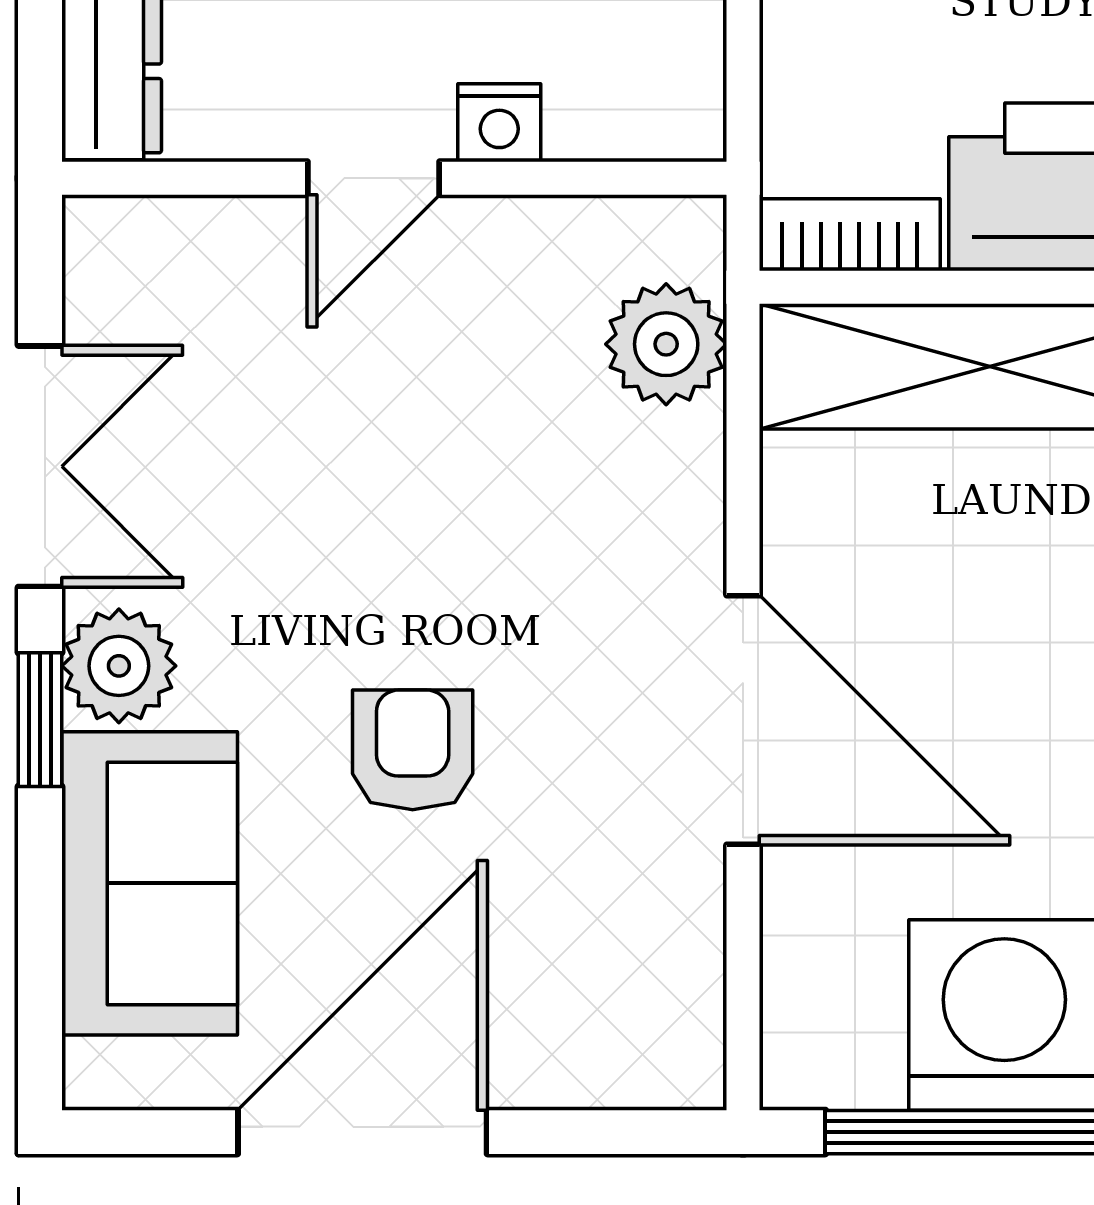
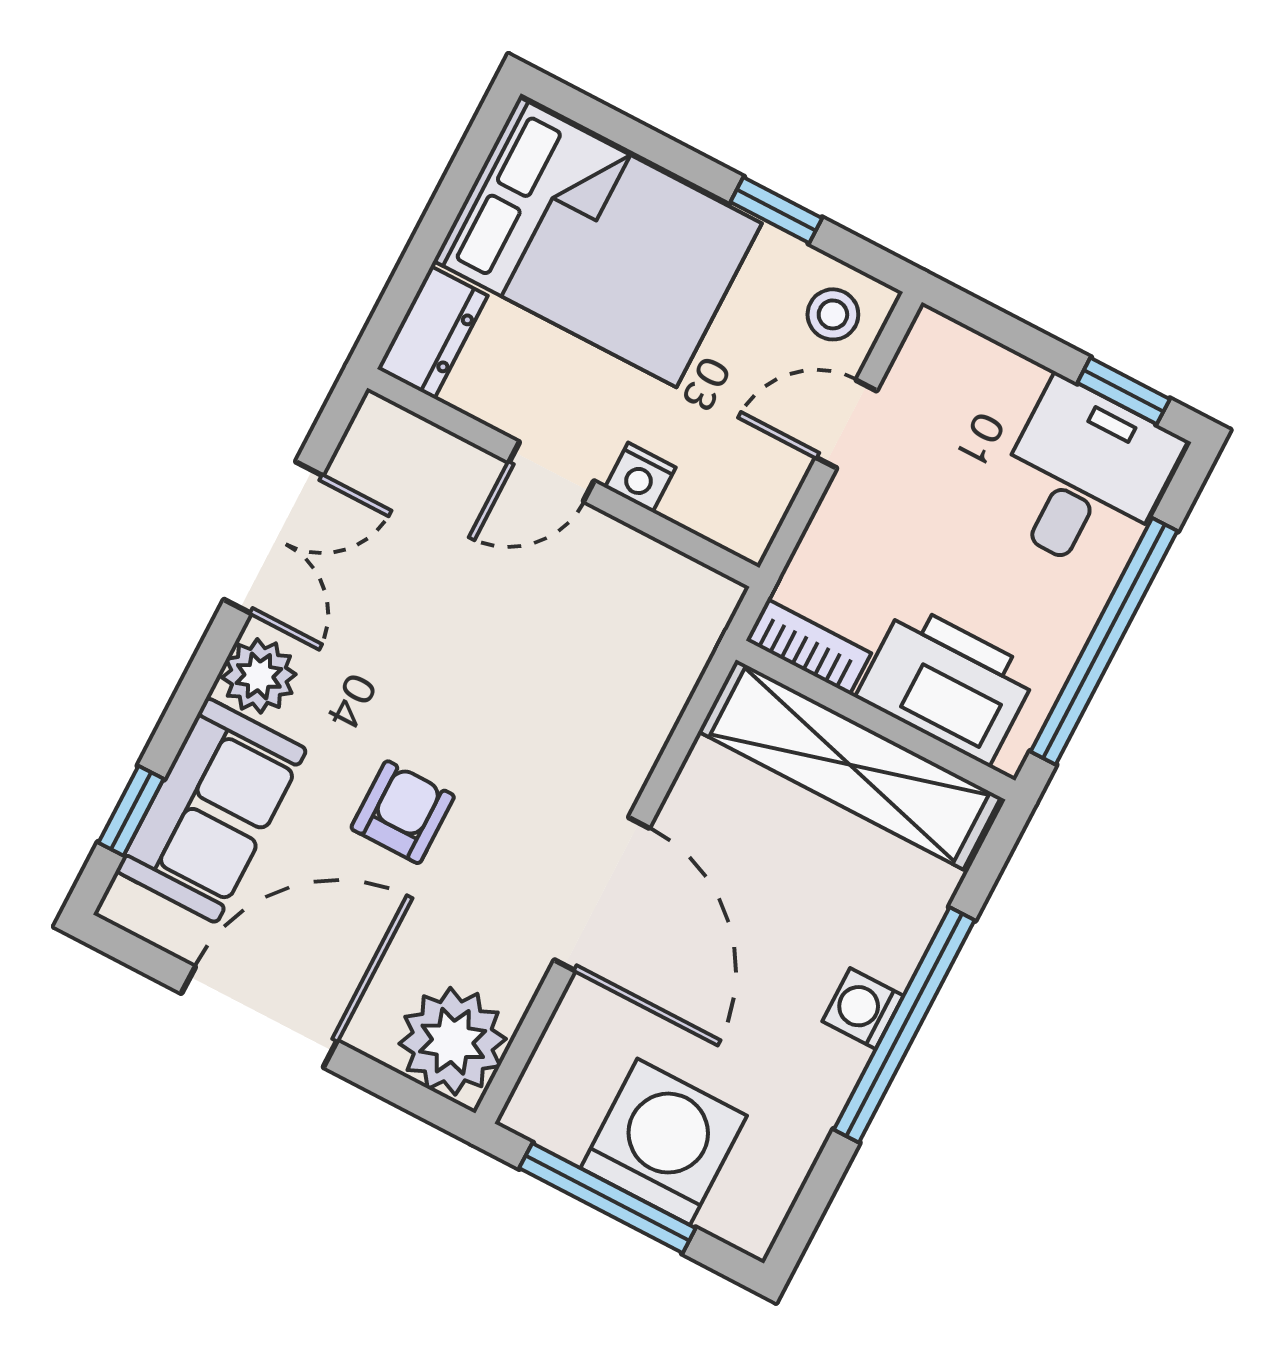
plant: (666, 344) -> (453, 1041), moved, width x1.36, depth x1.36
window: (40, 720) -> (131, 811), moved

